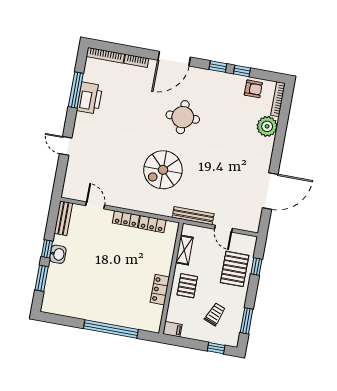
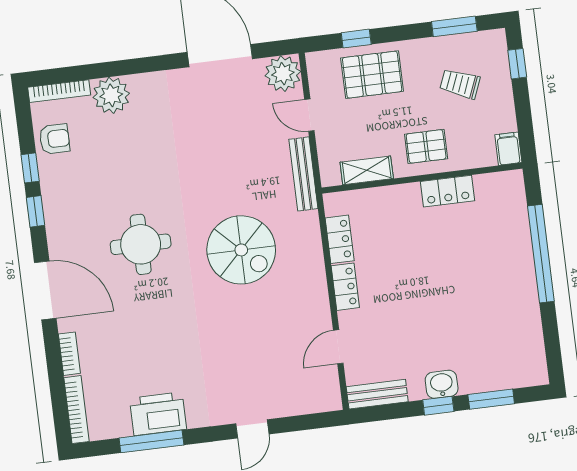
armchair: (253, 89) -> (55, 139), turned 90
plant: (250, 222) -> (283, 74), added
door: (223, 229) -> (309, 115), swing flipped

